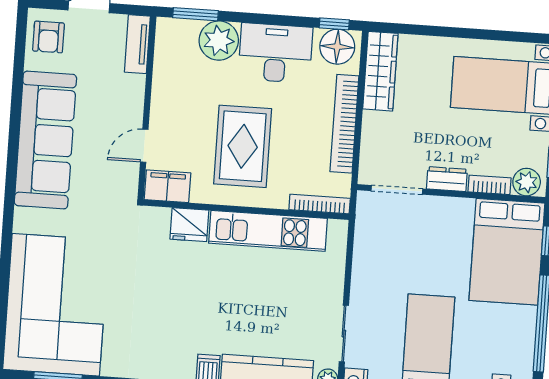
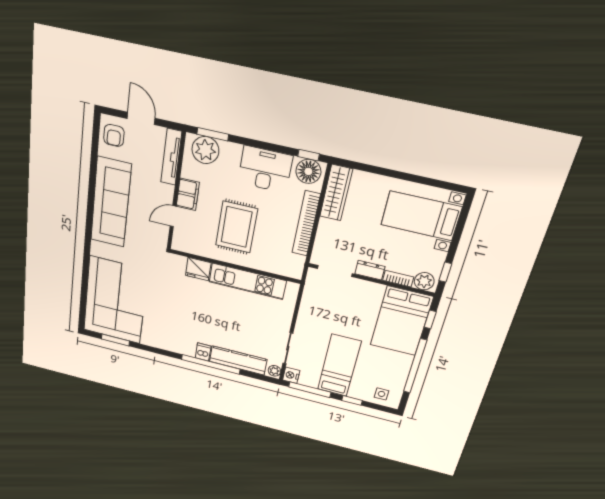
plant: (219, 41) -> (205, 150), moved
tv unit: (137, 44) -> (171, 157), width x1.41
filing cabinet: (167, 186) -> (188, 194), moved, turned 90
bookcase: (320, 204) -> (283, 271), removed

